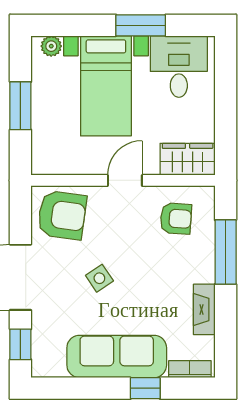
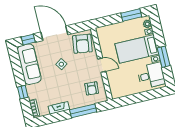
window: (20, 106) -> (131, 15), moved
wardrobe: (188, 159) -> (116, 87), removed
sofa: (117, 356) -> (29, 64), moved

